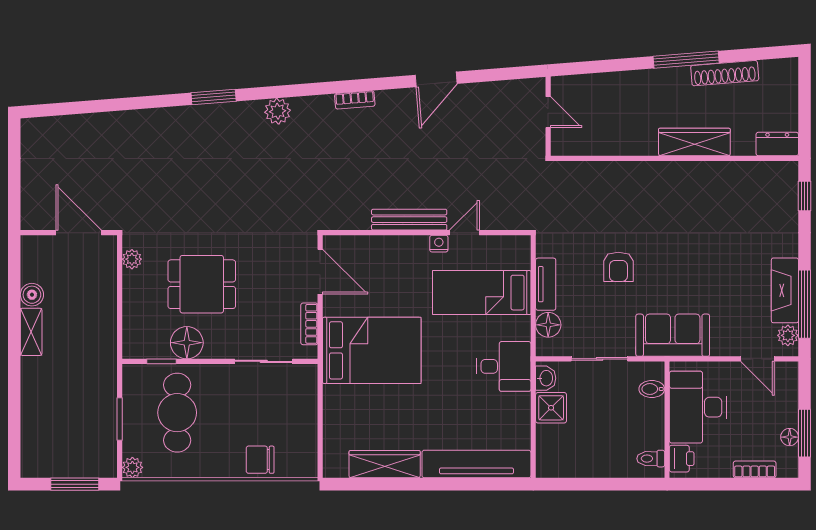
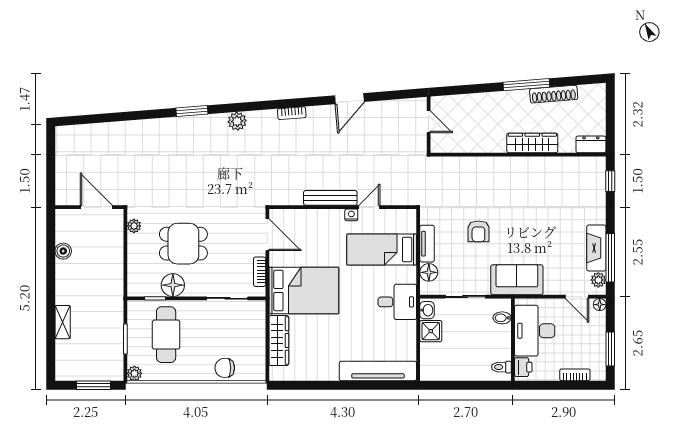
shelving: (31, 332) -> (63, 322), moved
floor lamp: (790, 437) -> (600, 305), moved
wardrobe: (385, 464) -> (279, 341), moved, turned 90

